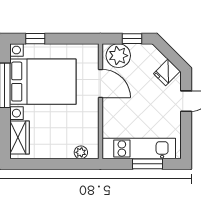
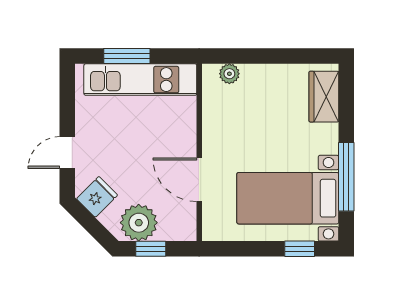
plant: (118, 56) -> (139, 223), moved
bed with nightstands: (43, 82) -> (288, 198), width x0.73

